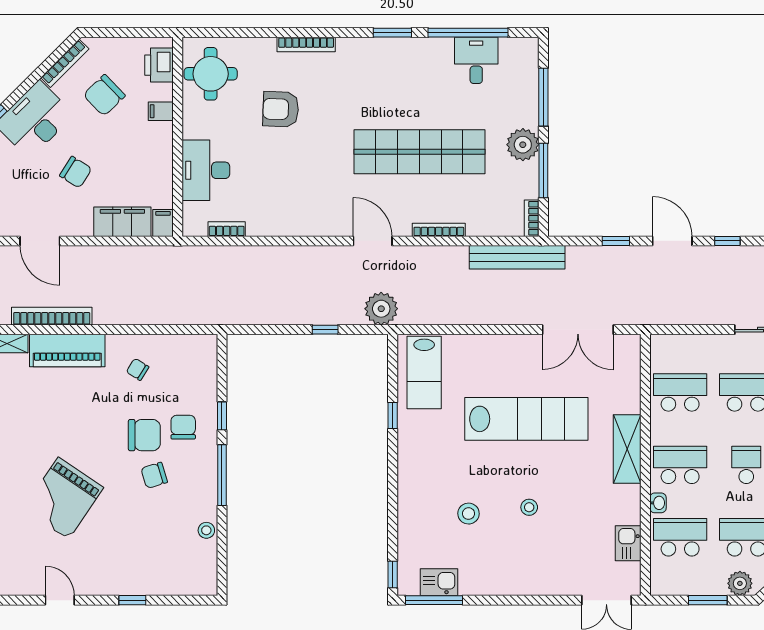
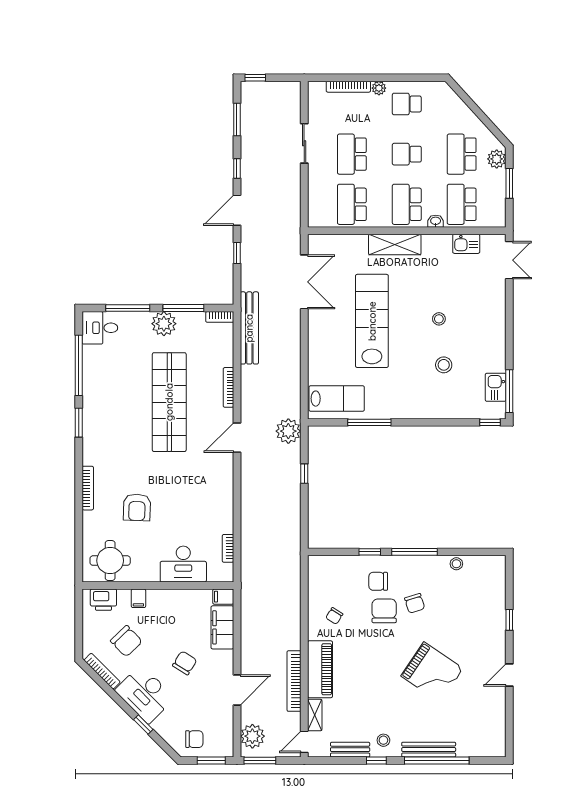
desk: (476, 60) -> (100, 328), moved
window: (393, 416) -> (369, 422), width x2.17

